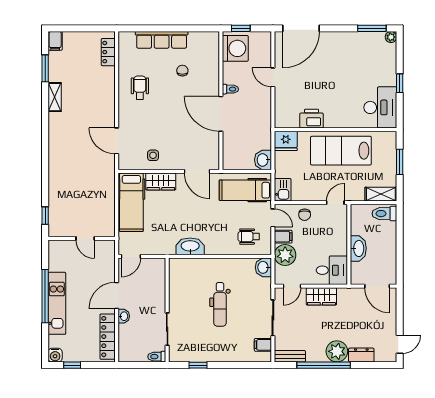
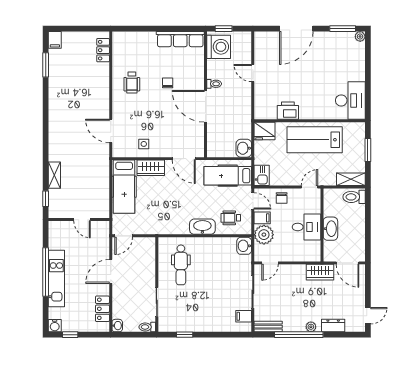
door: (301, 28) -> (296, 29), moved
row of seats: (162, 40) -> (180, 39), moved
chair: (182, 71) -> (168, 83), moved
window: (400, 83) -> (368, 78), removed
wheelchair: (140, 88) -> (132, 83), turned 180
shelving: (55, 97) -> (54, 175), moved
washbasin: (190, 246) -> (202, 227), moved
desk: (332, 270) -> (306, 227), moved
wardrobe: (321, 296) -> (320, 272), moved
dental chair: (220, 304) -> (181, 265), moved
washbasin: (124, 316) -> (117, 326), moved
locker: (108, 337) -> (102, 309), width x0.66
plant: (337, 351) -> (311, 327), width x0.53, depth x0.53

